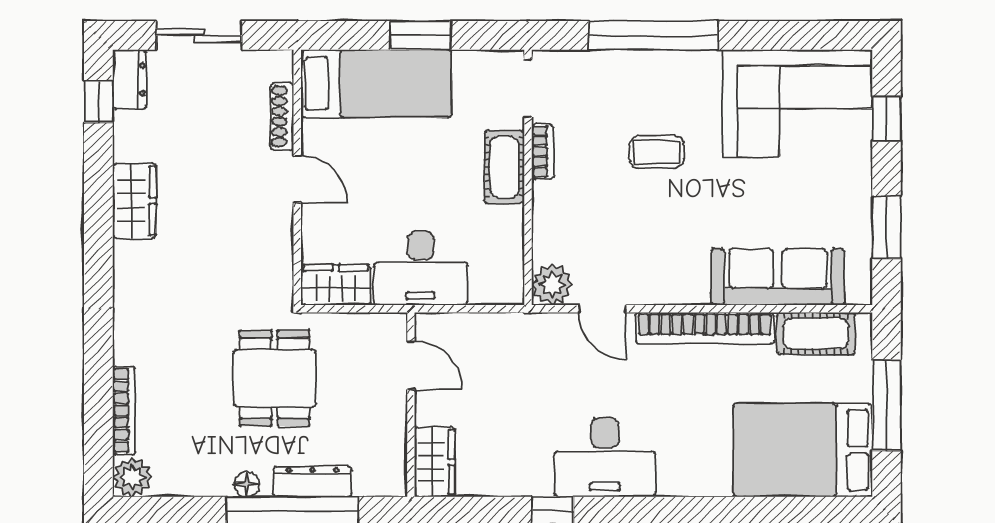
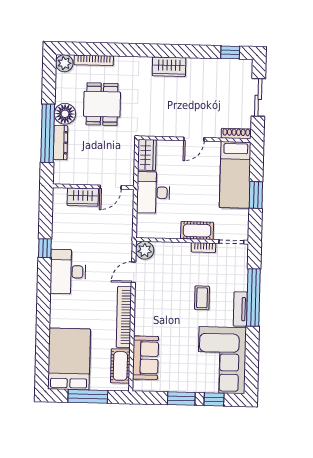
tv unit: (680, 65) -> (240, 309), added
dresser: (129, 80) -> (240, 66), removed
shoe rack: (282, 116) -> (236, 134), moved
wardrobe: (134, 201) -> (169, 67), moved
window: (887, 227) -> (181, 399), moved
sofa: (778, 277) -> (145, 358), width x0.73
dining table: (275, 378) -> (102, 104), moved, turned 90
wardrobe: (435, 462) -> (83, 197), moved
floor lamp: (247, 484) -> (65, 114), width x1.89, depth x1.89

